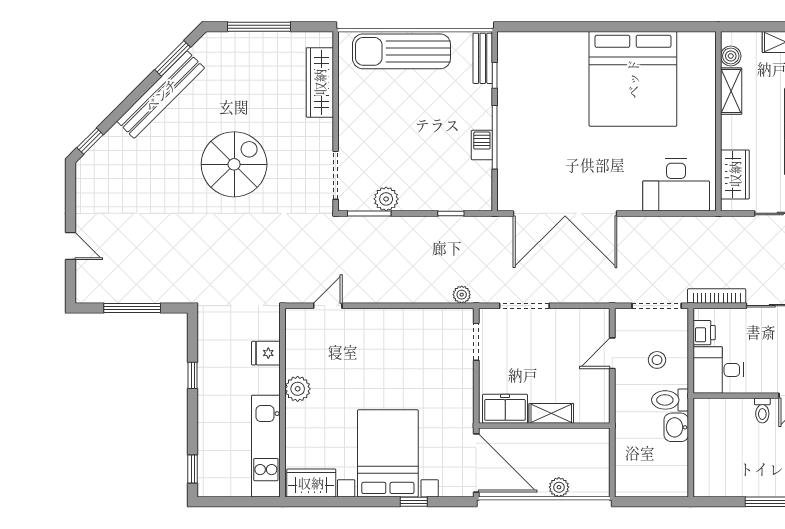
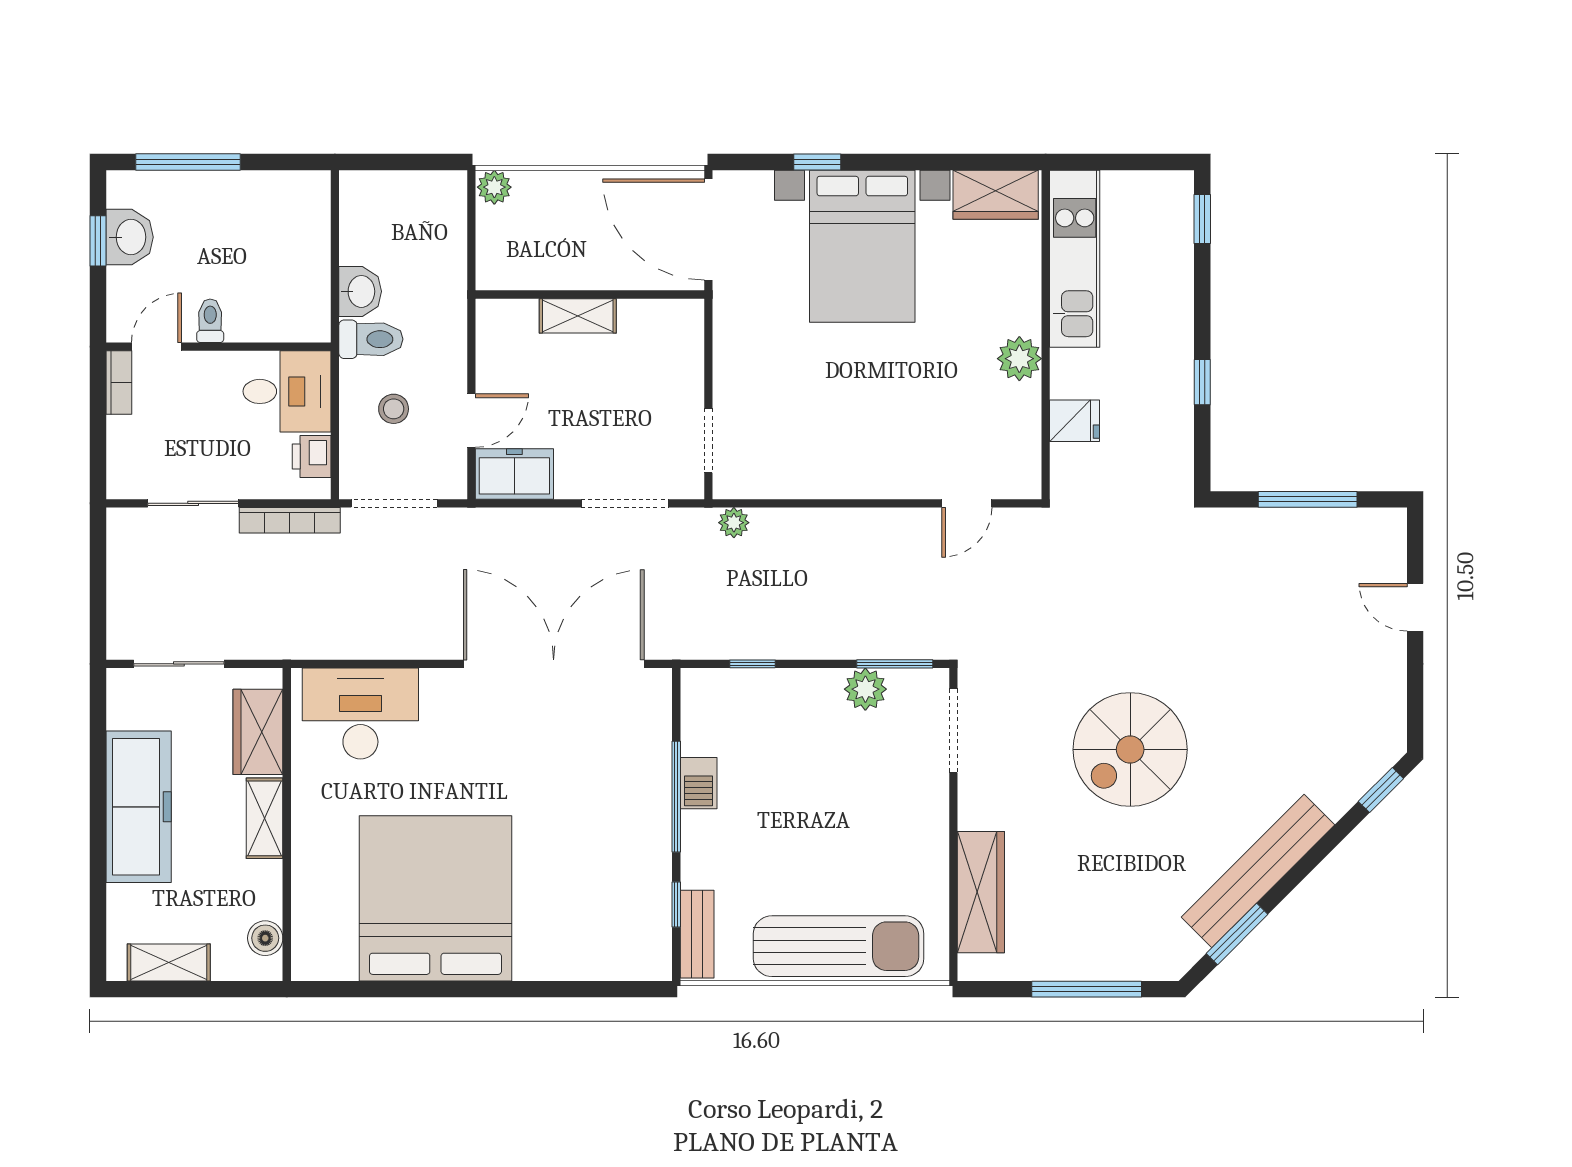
shelving: (731, 91) -> (265, 818), moved
freezer: (505, 409) -> (514, 474), moved, turned 180
plant: (559, 487) -> (494, 187), moved

